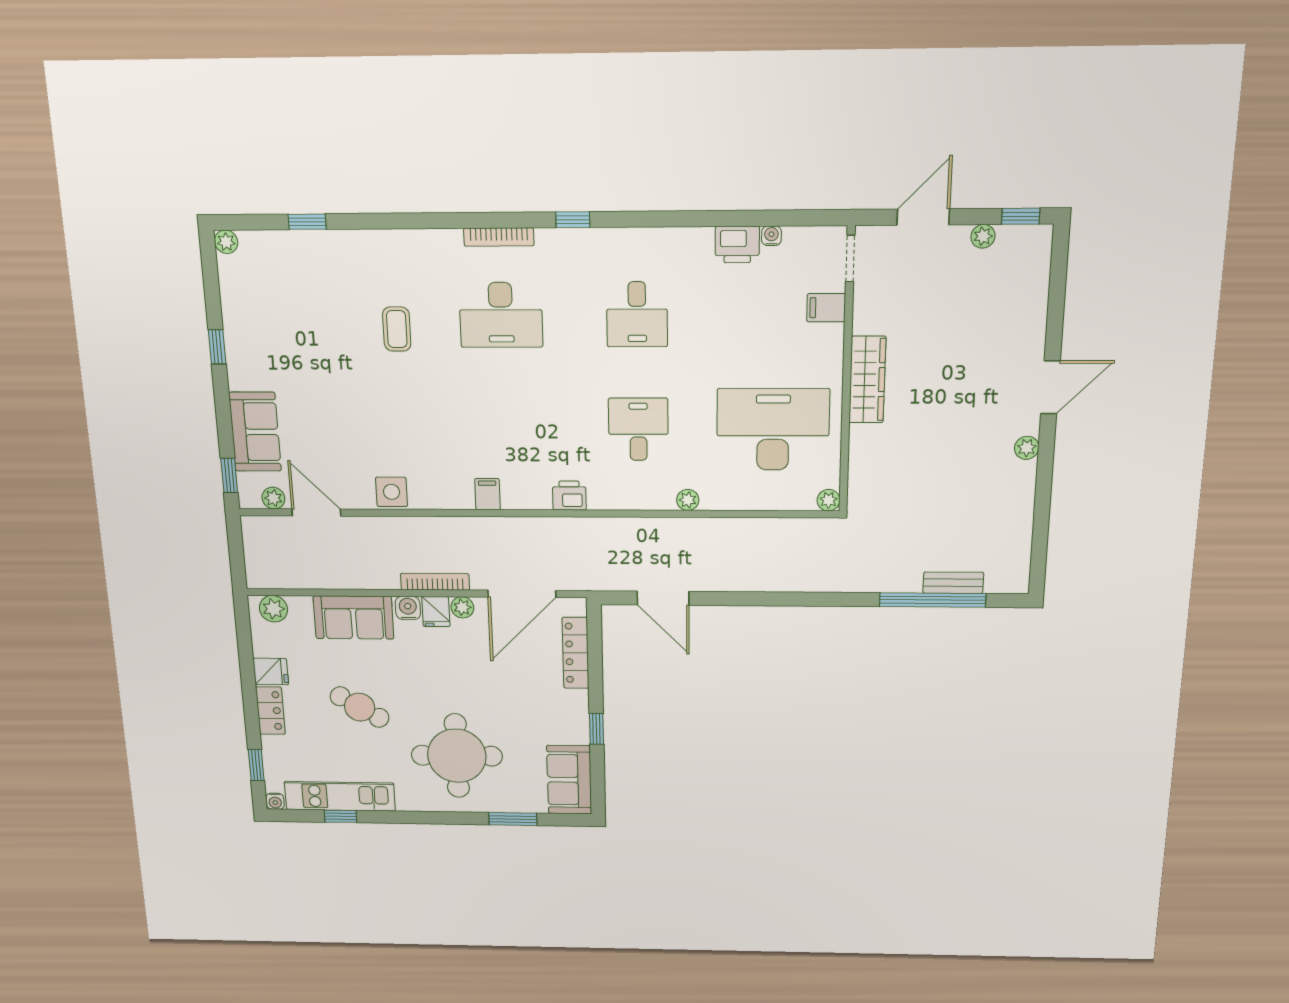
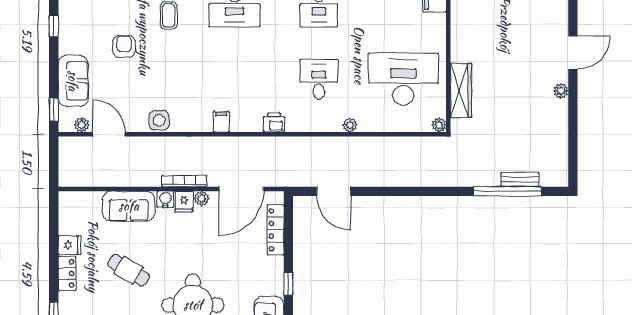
armchair: (329, 378) -> (124, 46), added
wardrobe: (867, 380) -> (461, 90), moved
plant: (273, 609) -> (75, 201), removed

